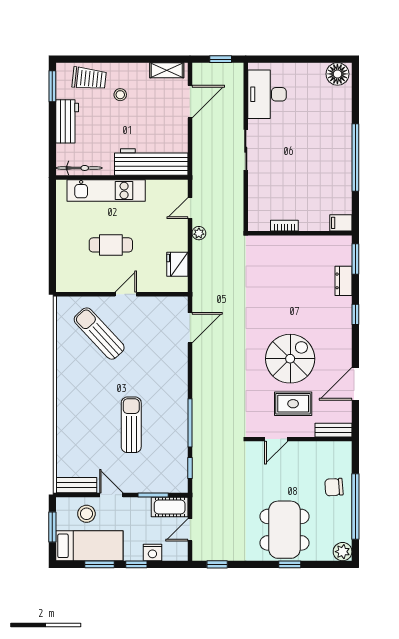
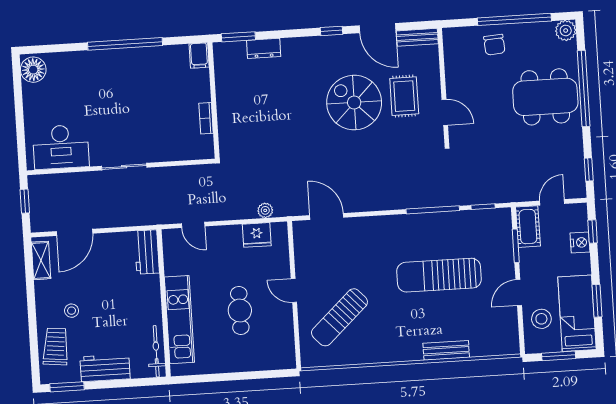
door: (190, 102) -> (75, 232), swing flipped
workbench: (151, 162) -> (147, 252), width x0.53, depth x0.76
plant: (199, 233) -> (265, 210), moved
window: (355, 314) -> (331, 31), moved
sun lounger: (131, 425) -> (439, 275), width x1.36, depth x1.34
bench: (334, 430) -> (417, 37), moved, turned 90
bench: (76, 485) -> (446, 350), moved, turned 90
door: (190, 530) -> (552, 202), swing flipped
window: (136, 564) -> (593, 231), moved
window: (290, 564) -> (584, 88), width x3.17

